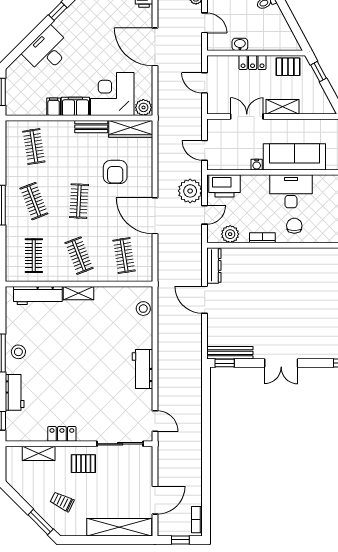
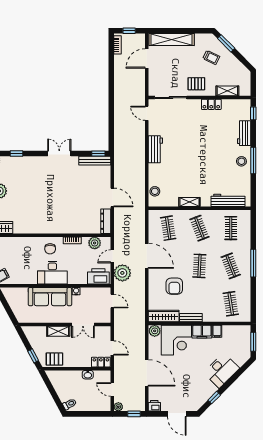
locker: (253, 62) -> (101, 362), moved
armchair: (115, 172) -> (174, 286), turned 180
shelving: (79, 293) -> (189, 202), moved

